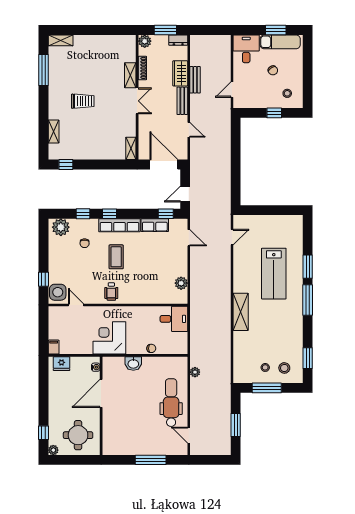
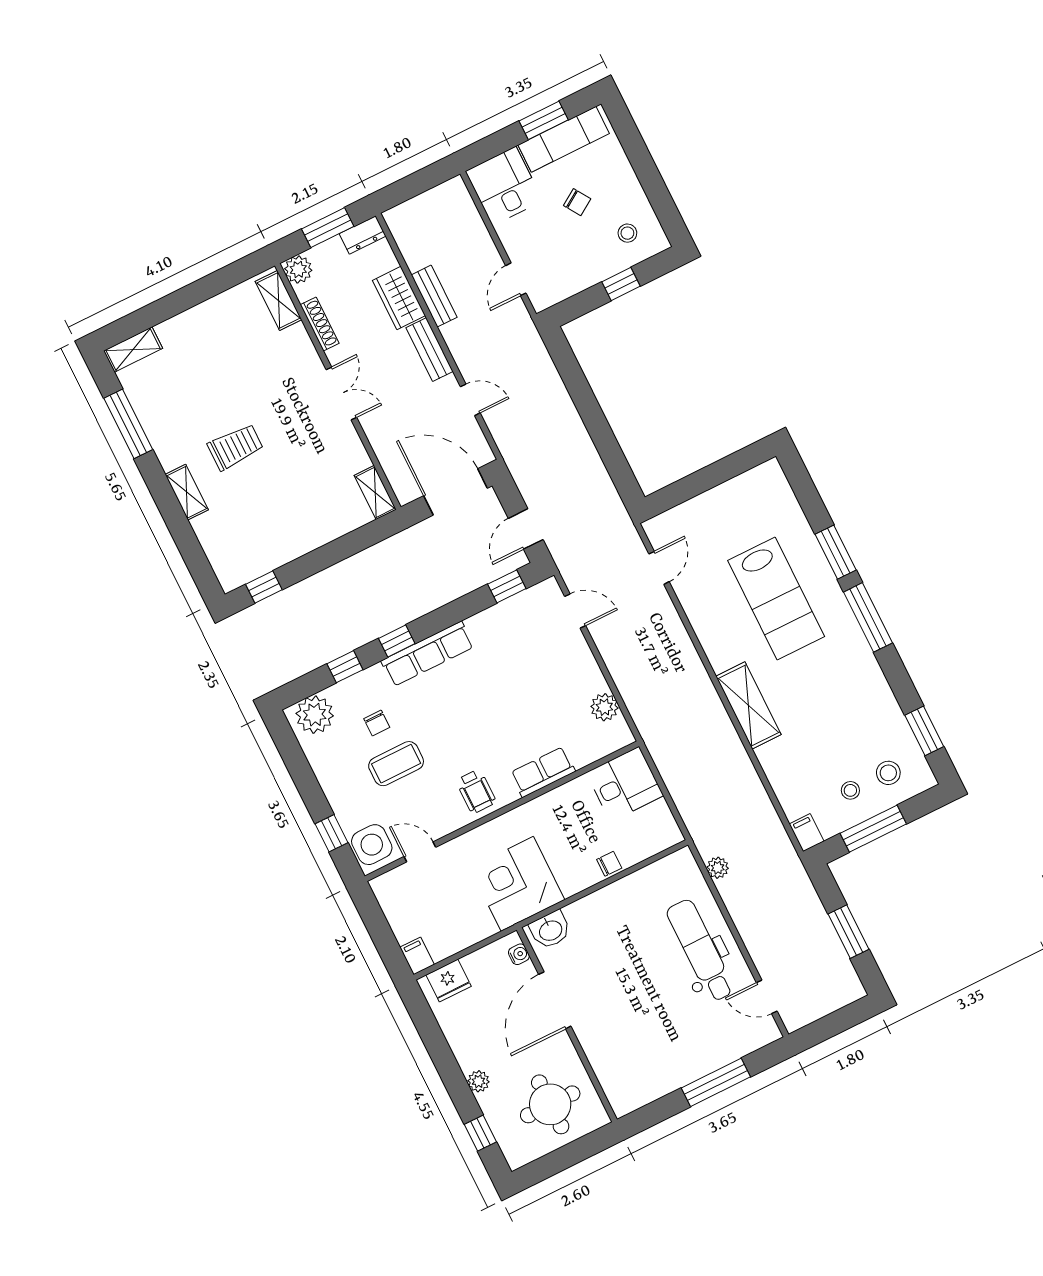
shelving: (130, 75) -> (278, 300), moved
shelving: (54, 132) -> (187, 492), moved
row of seats: (155, 225) -> (543, 772), moved, turned 180
coffee table: (116, 257) -> (396, 764), moved, turned 90
washbasin: (133, 364) -> (550, 930), moved
filing cabinet: (239, 376) -> (807, 833), added
plant: (53, 450) -> (478, 1081), moved

